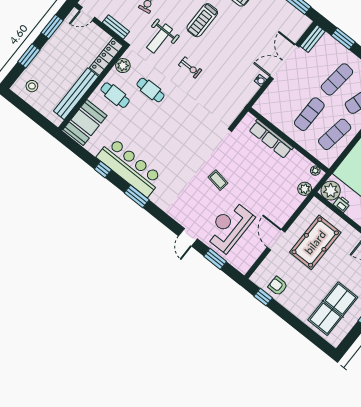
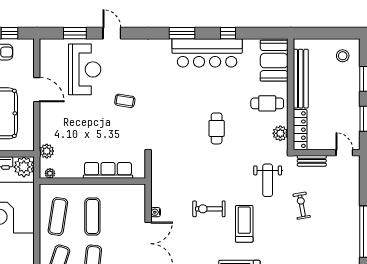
door: (87, 14) -> (344, 153), hinge flipped
weight bench: (160, 38) -> (268, 180), turned 180
exercise bike: (190, 67) -> (209, 209), moved, width x1.38, depth x1.39
cafe table: (150, 90) -> (217, 128), moved, turned 90

